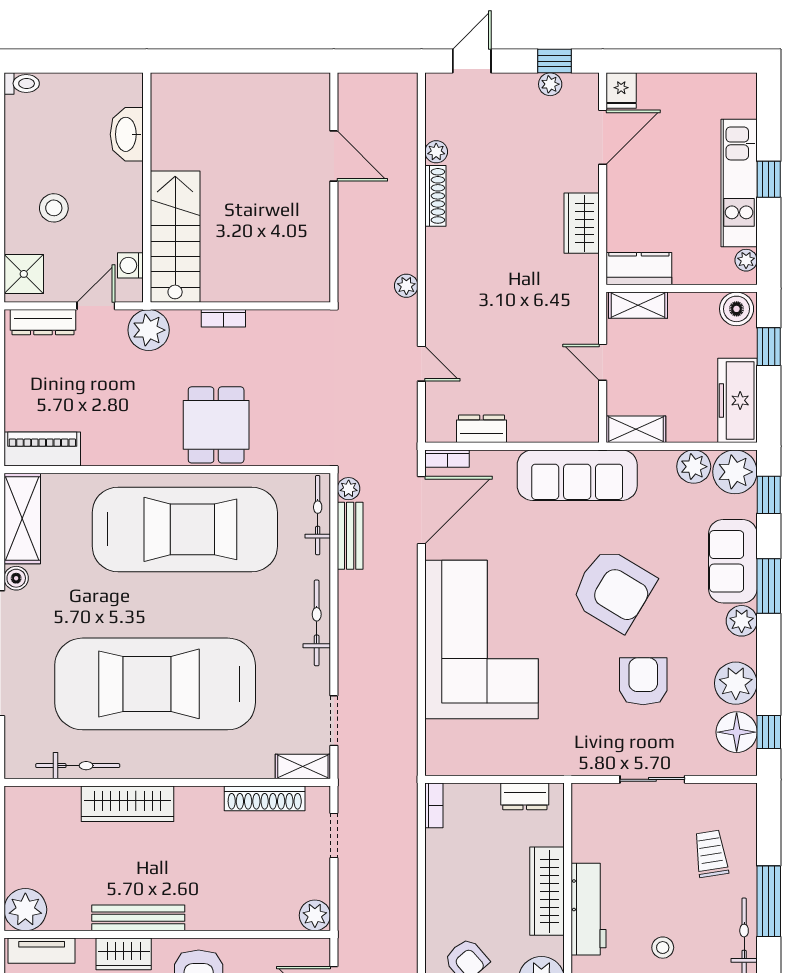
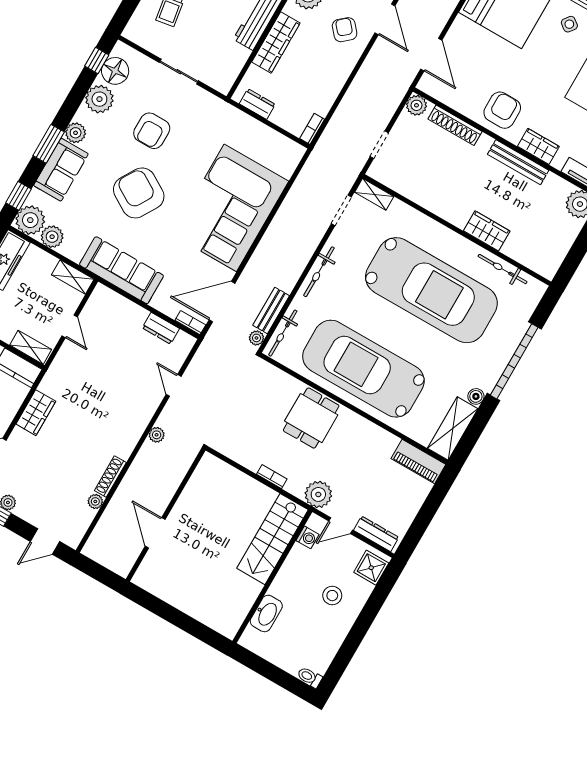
shoe rack: (265, 798) -> (455, 125), moved, turned 180
wardrobe: (127, 804) -> (487, 231), width x0.67

